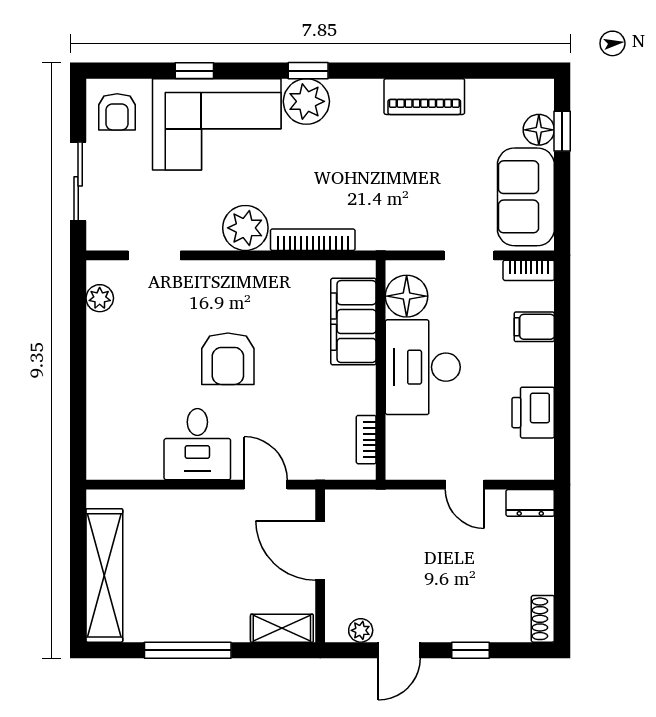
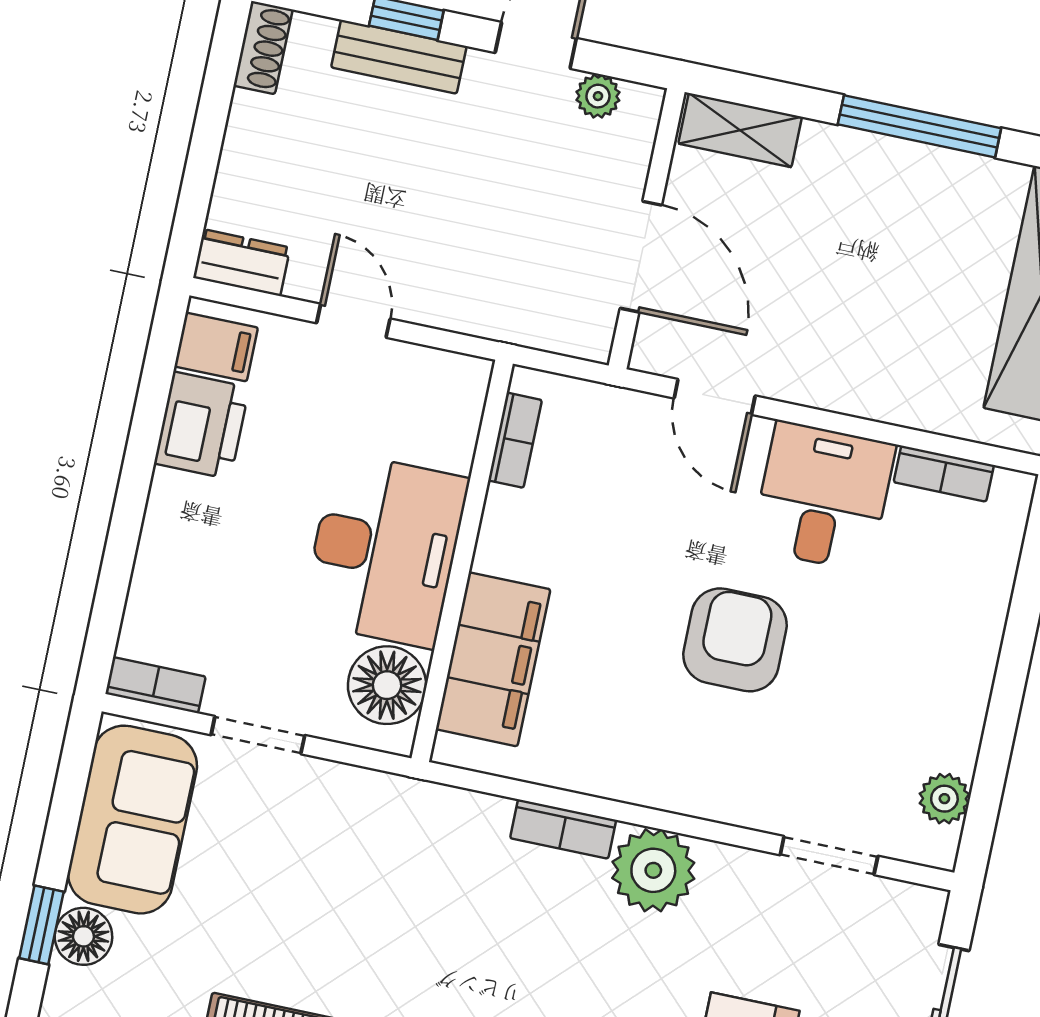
bookcase: (313, 240) -> (563, 829), width x0.64
filing cabinet: (534, 327) -> (216, 347), moved
bookcase: (136, 470) -> (944, 474), added
bench: (470, 629) -> (399, 57), added

